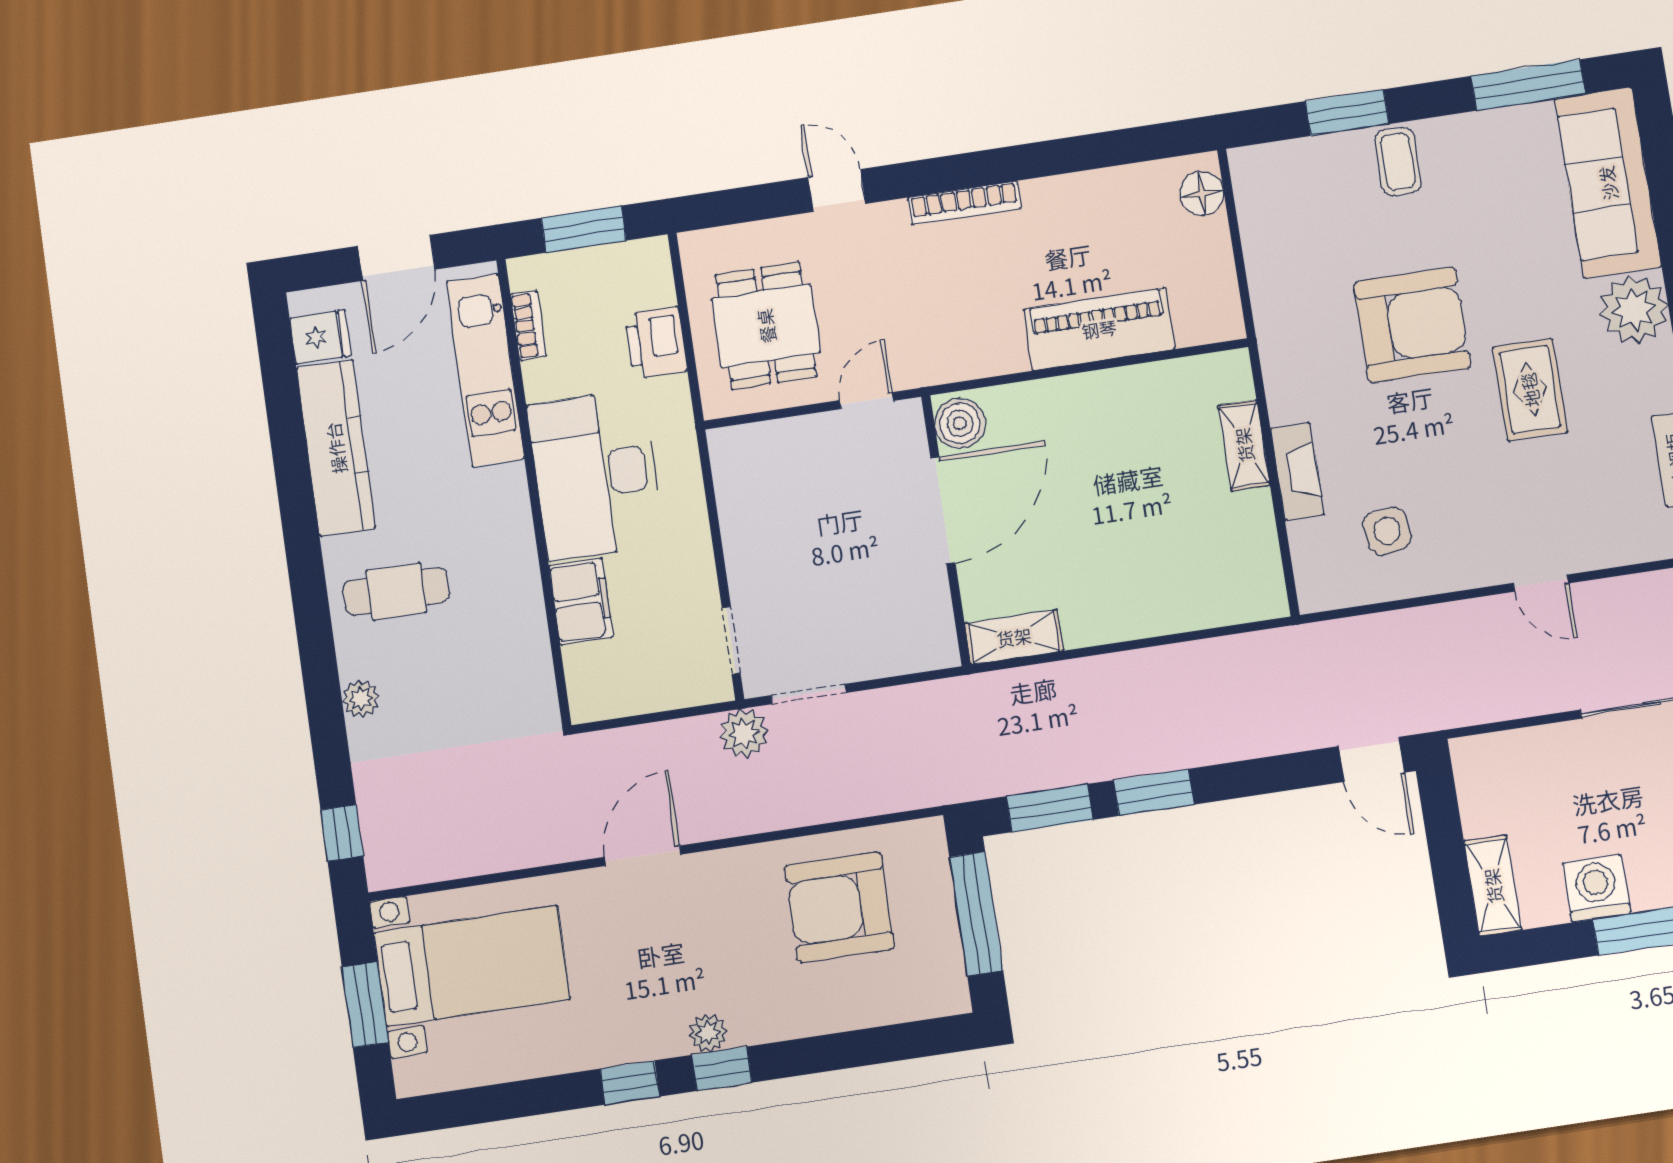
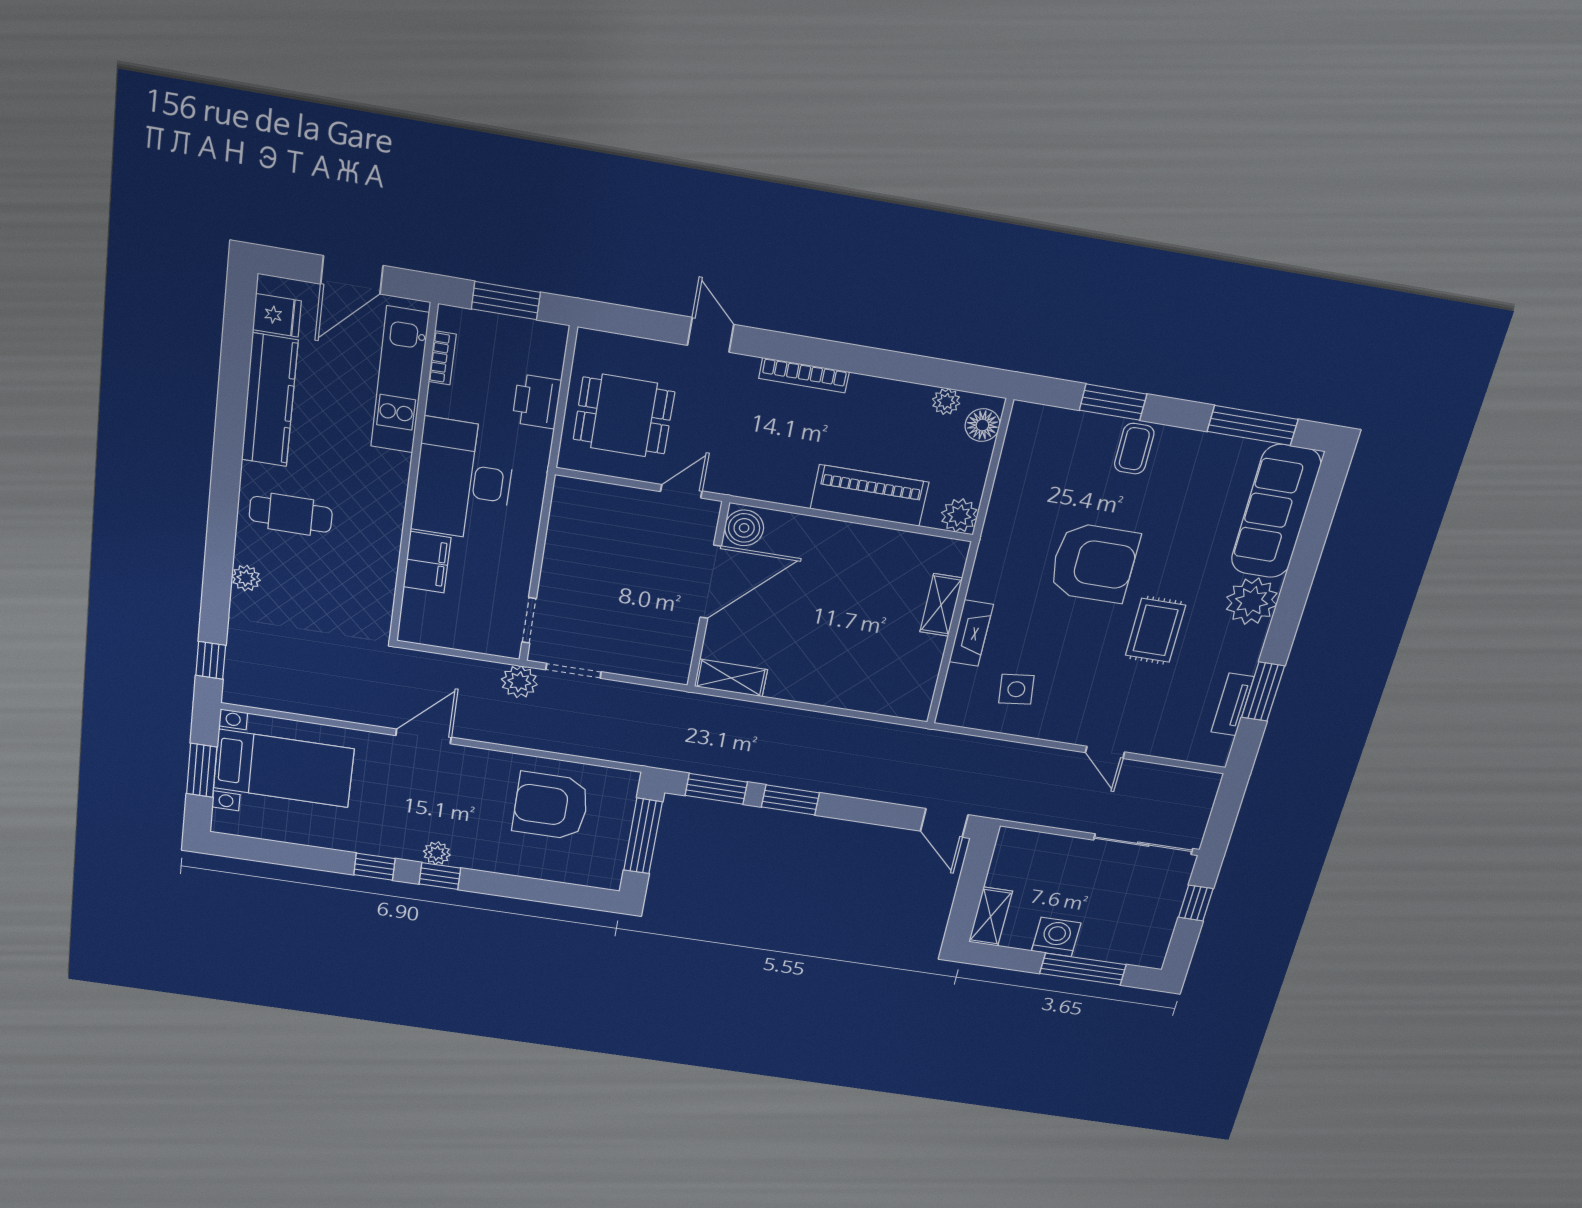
plant: (1146, 179) -> (946, 401), added
plant: (1220, 318) -> (959, 515), added
dining table: (766, 326) -> (624, 416), turned 90

